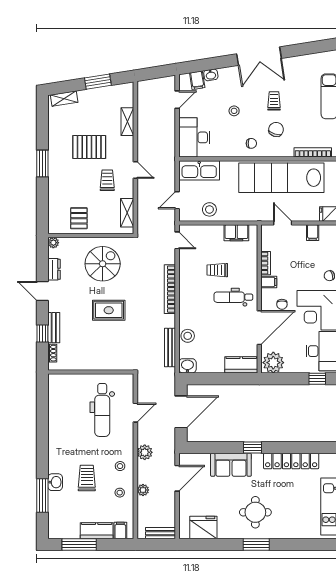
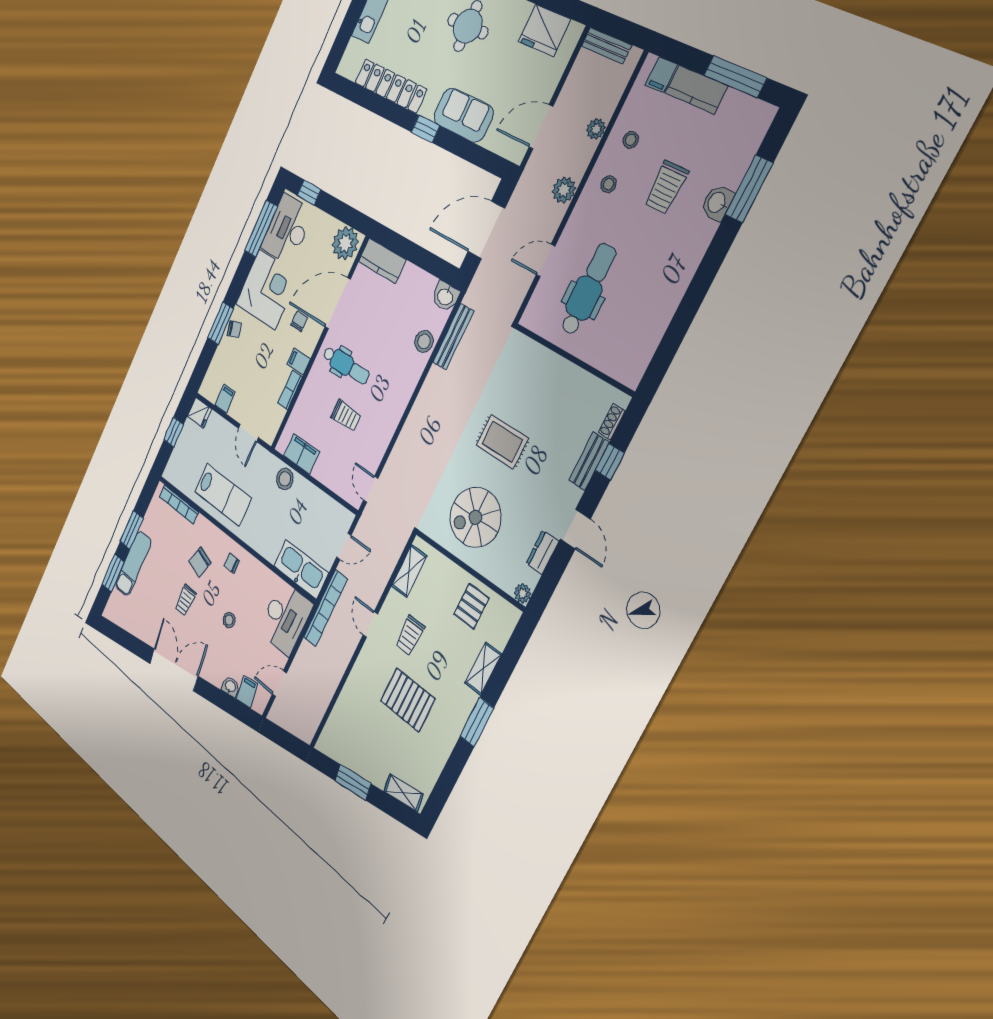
shelving: (127, 122) -> (483, 669), moved
lab bench: (281, 178) -> (223, 495), width x0.54, depth x0.72
stool: (209, 209) -> (285, 479), moved
bookcase: (170, 289) -> (325, 608), moved

